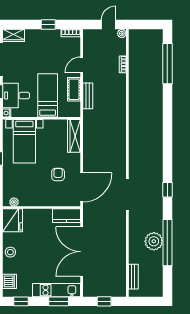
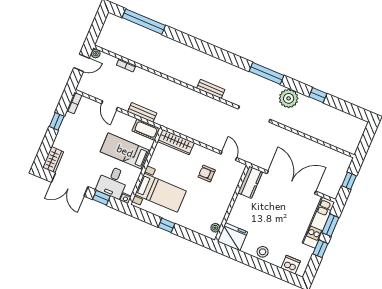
door: (108, 25) -> (81, 63), swing flipped
cot: (74, 89) -> (146, 130), moved
door: (82, 187) -> (229, 156), width x0.53
window: (167, 190) -> (266, 73), width x2.17
plant: (154, 241) -> (289, 98), moved
window: (167, 243) -> (318, 95), width x0.32
double door: (82, 252) -> (291, 182), swing flipped
bench: (133, 277) -> (211, 89), moved
window: (21, 301) -> (320, 249), moved

